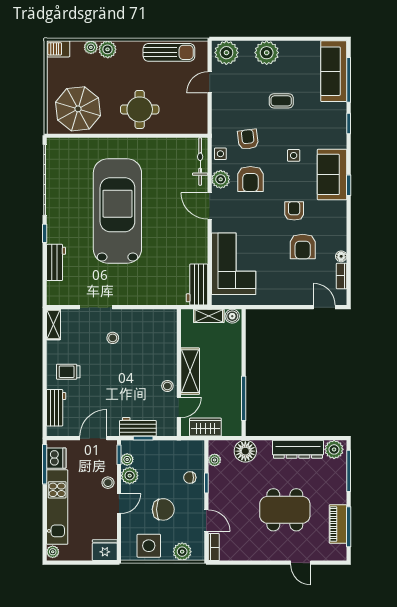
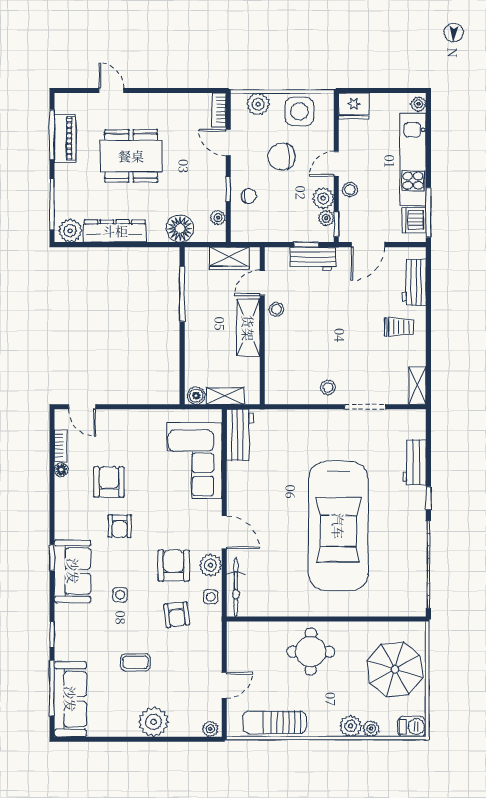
plant: (226, 53) -> (210, 729), width x0.53, depth x0.53
parasol: (78, 109) -> (395, 669), moved
stool: (113, 338) -> (328, 387), moved

